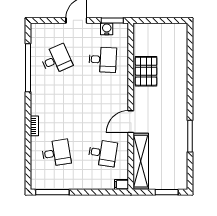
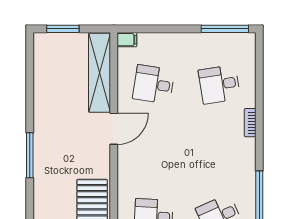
window: (190, 136) -> (30, 155), moved

